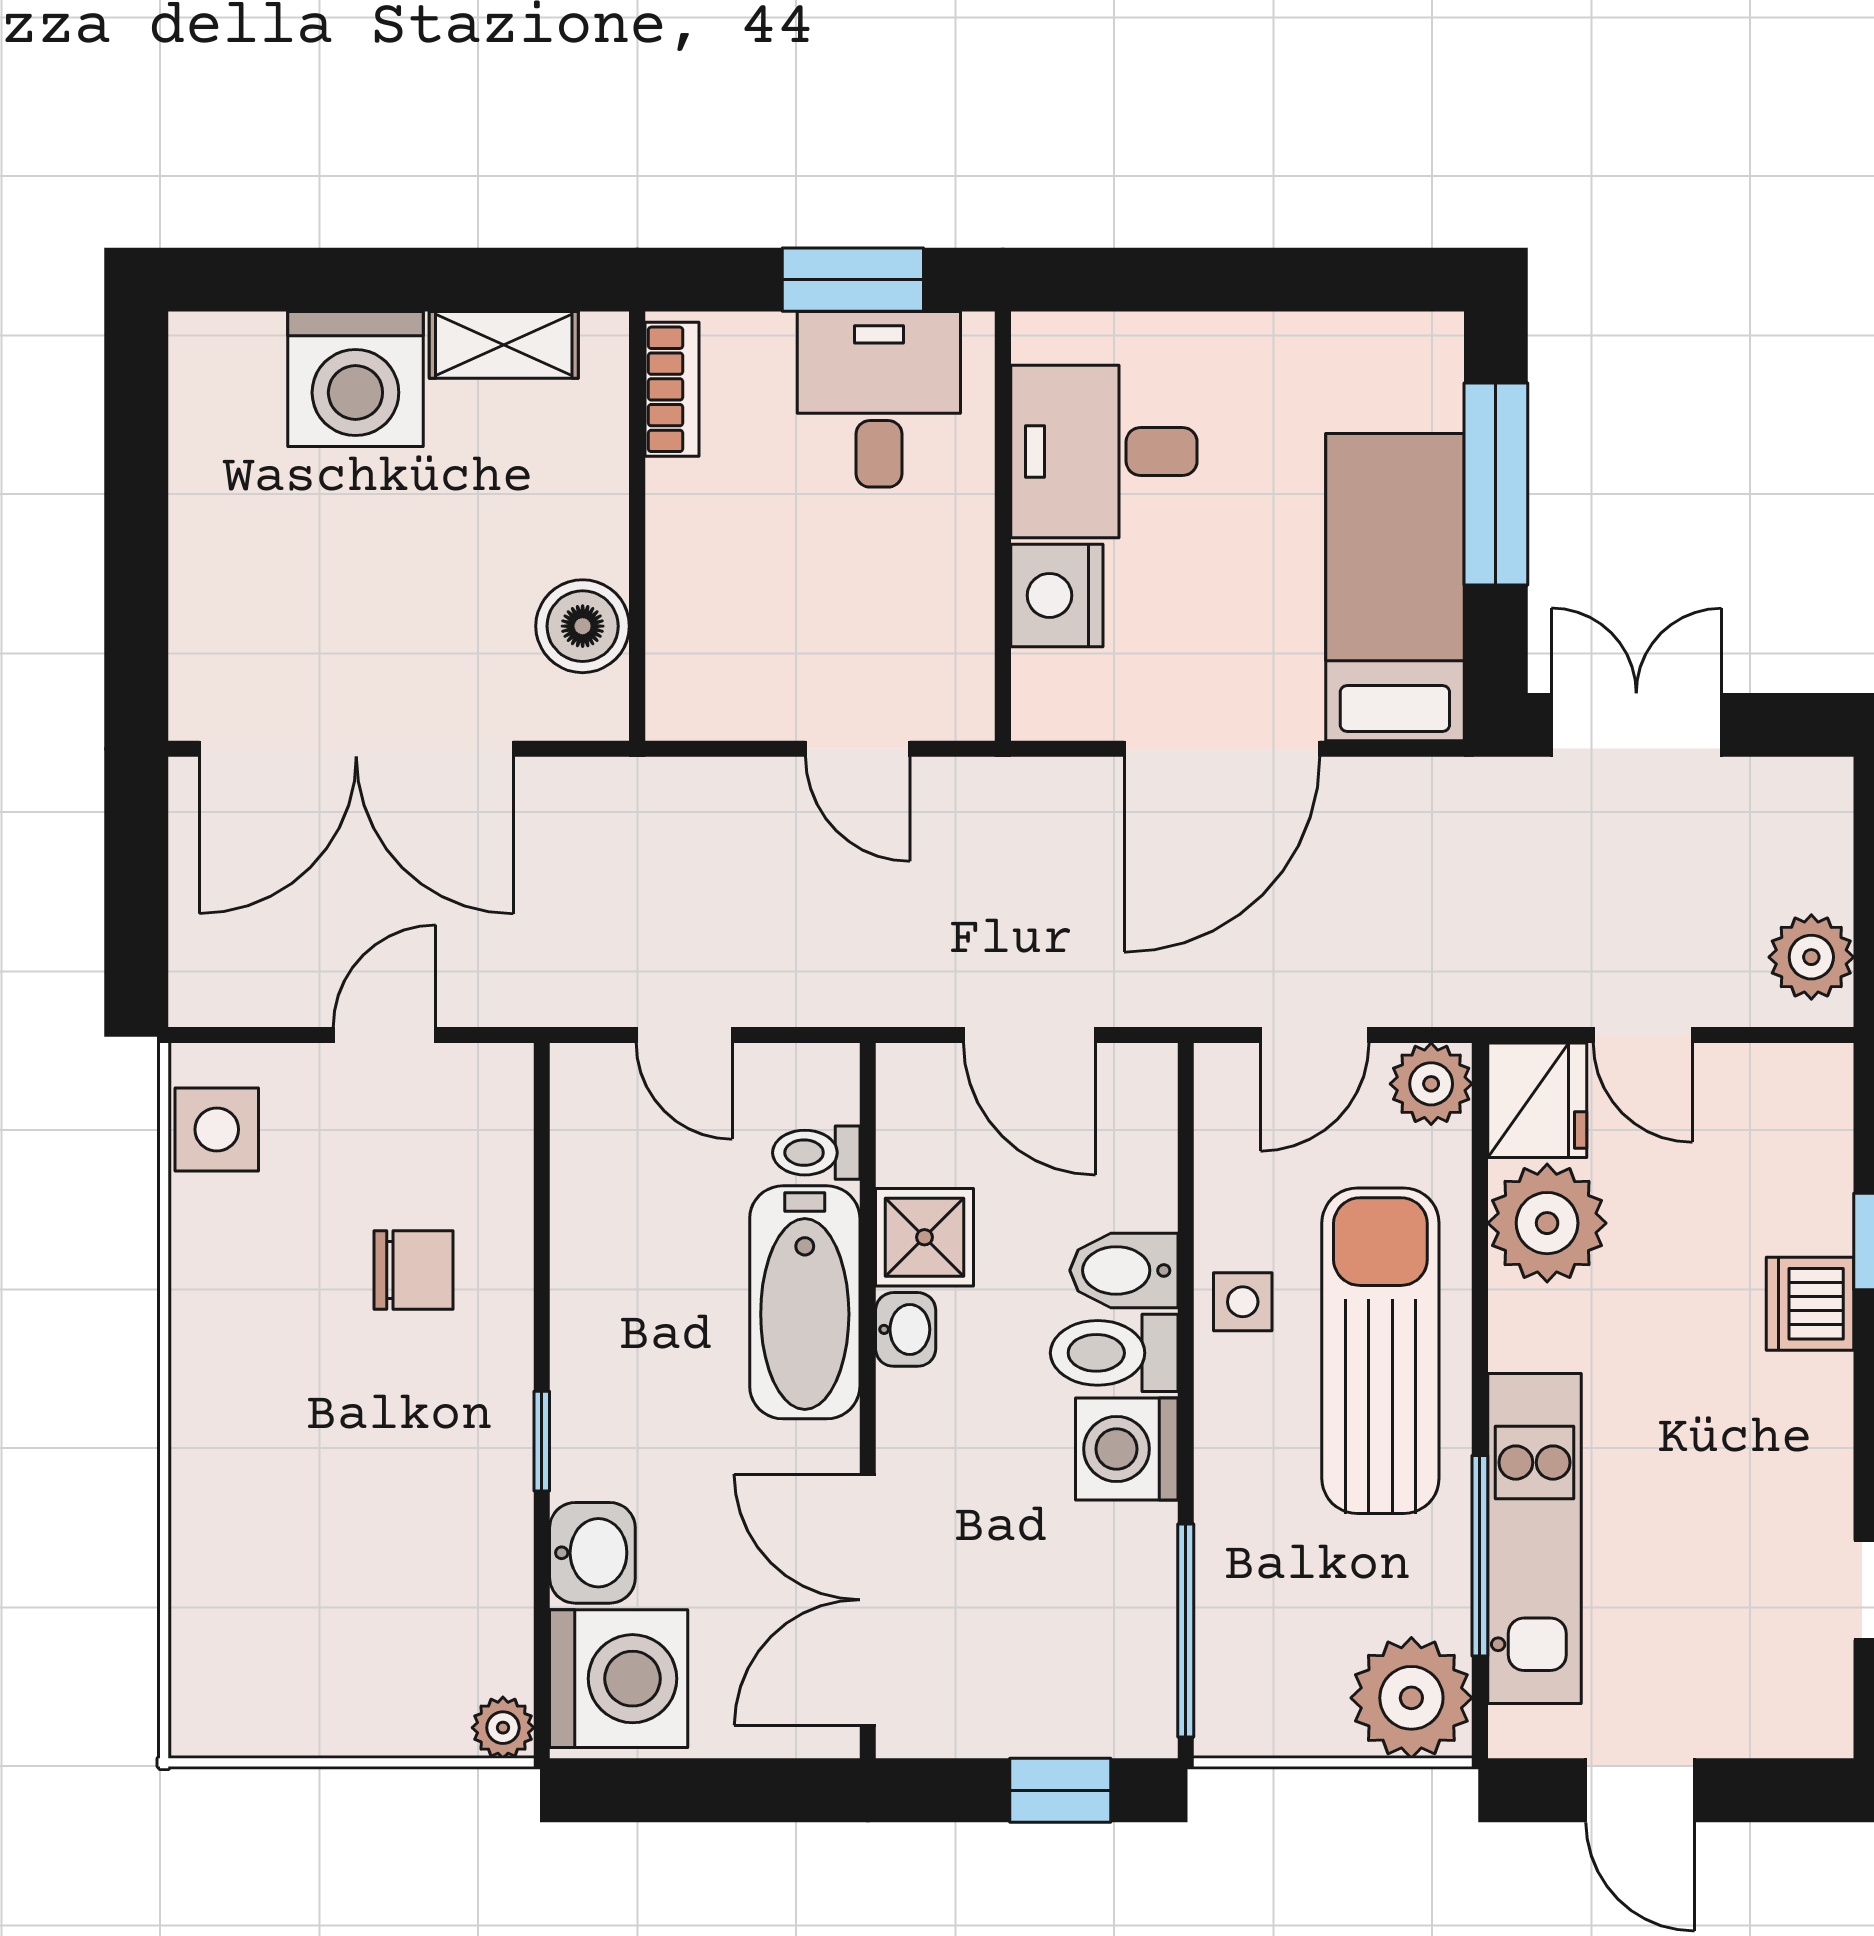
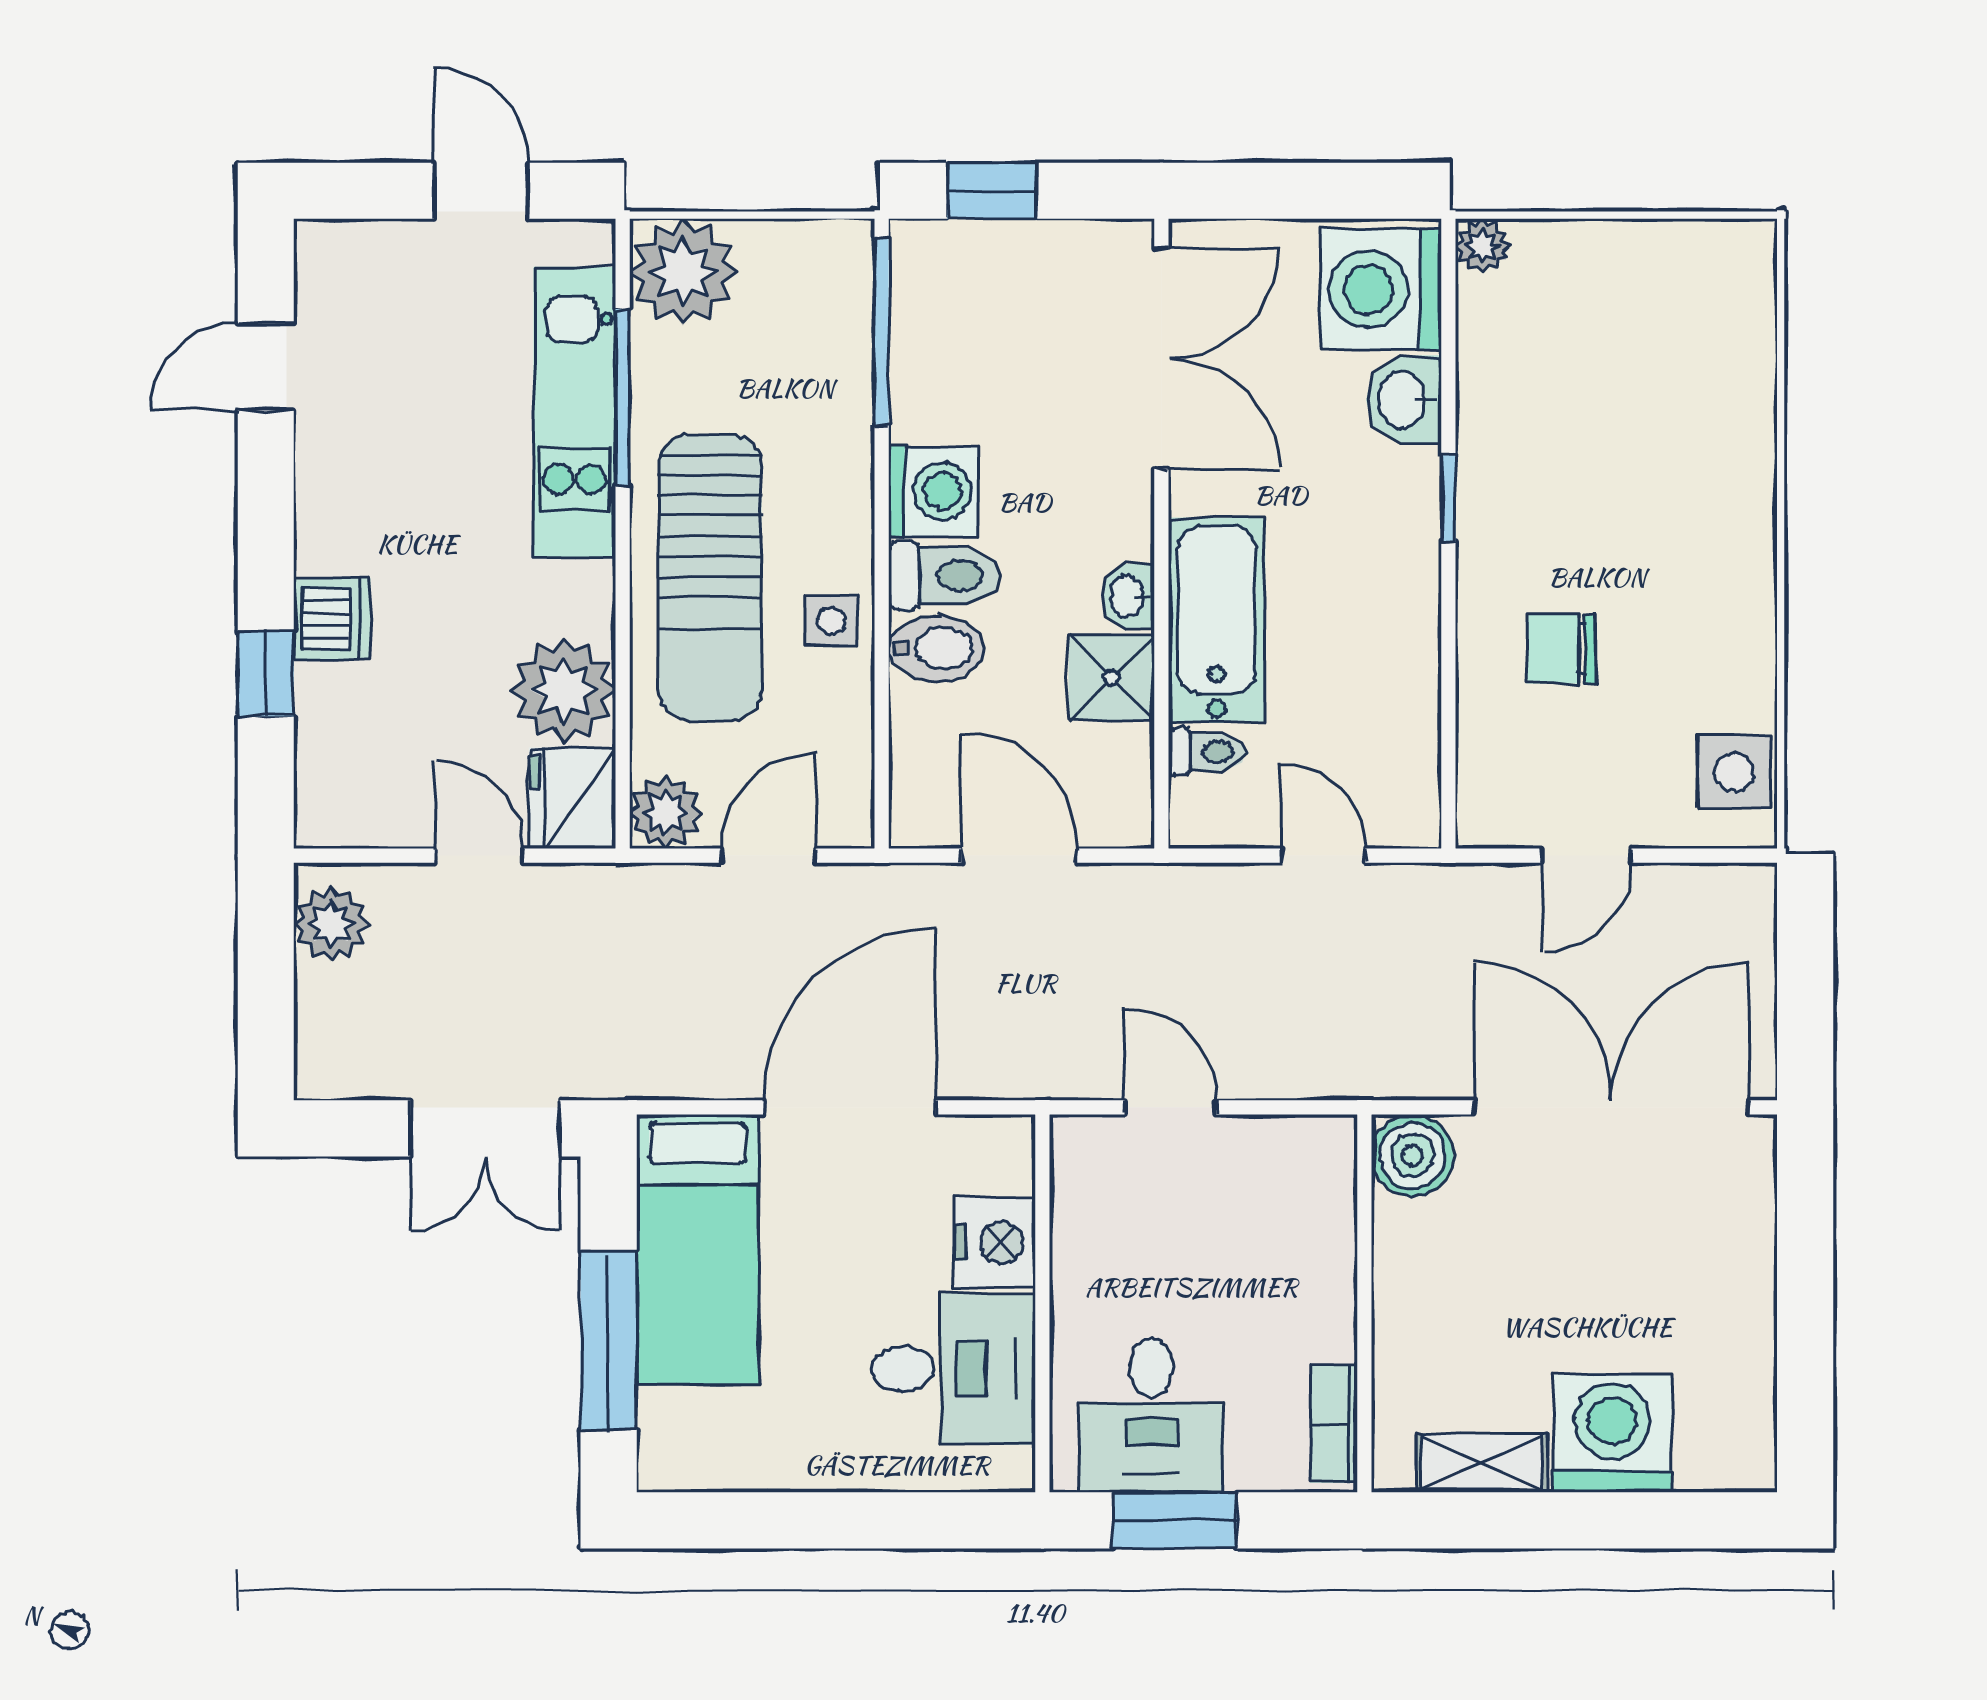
boiler: (583, 626) -> (1412, 1155), moved

